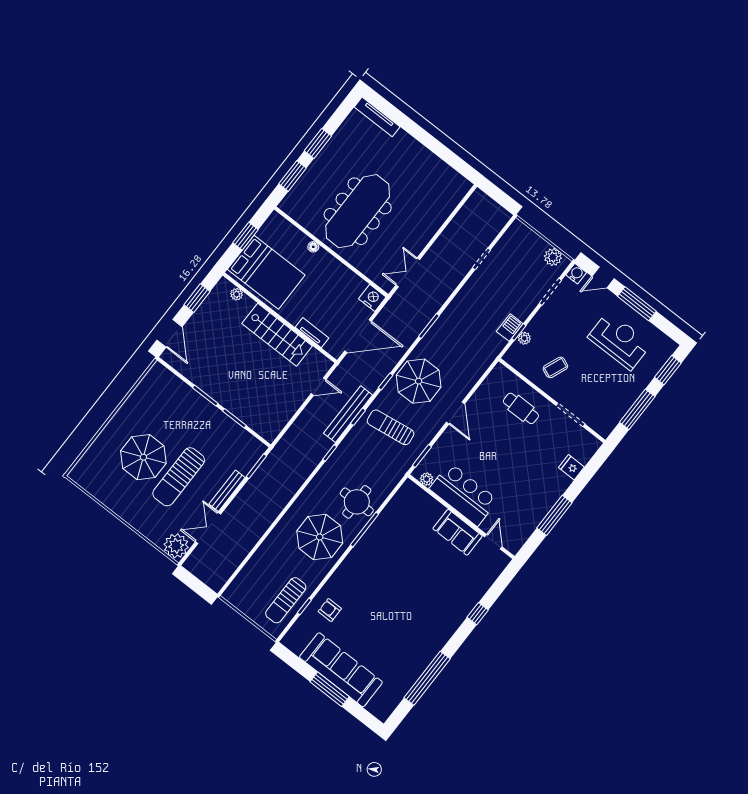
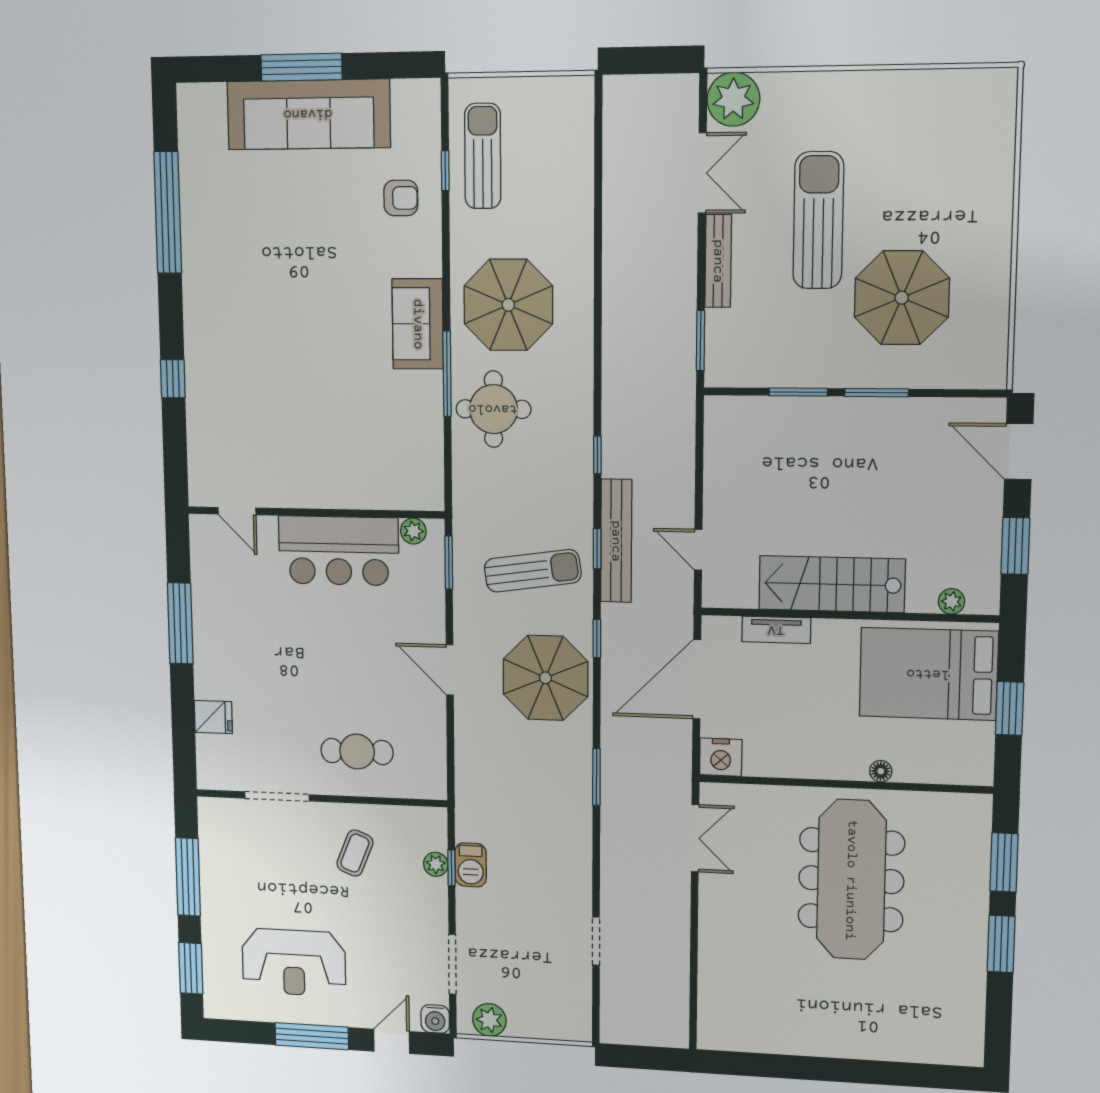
tv unit: (377, 117) -> (934, 1052), removed
door: (319, 387) -> (698, 550), hinge flipped
parasol: (143, 457) -> (902, 298), moved
sofa: (458, 532) -> (418, 324), moved, turned -90

